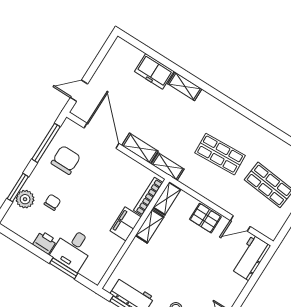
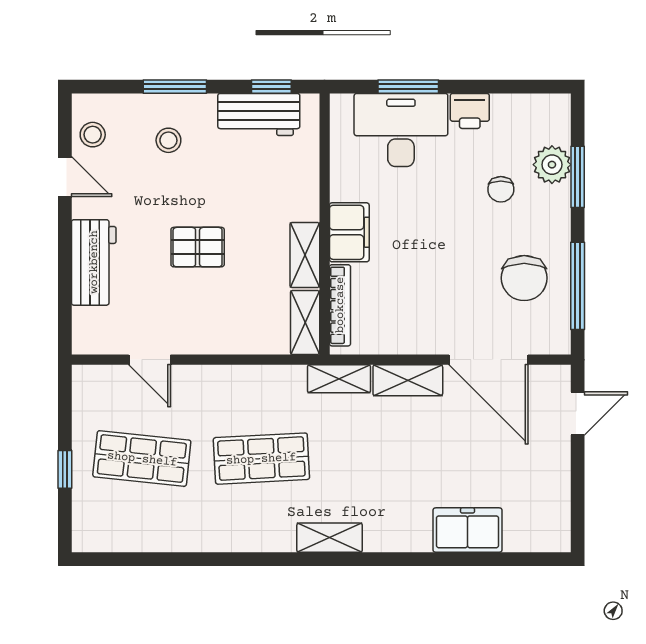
shelving: (185, 86) -> (330, 538), moved
pallet: (205, 218) -> (198, 247), moved
door: (240, 223) -> (150, 360), swing flipped
desk: (73, 249) -> (401, 130), width x1.37
workbench: (251, 258) -> (94, 262), moved

